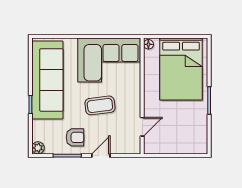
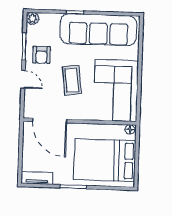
door: (142, 127) -> (50, 121), width x1.87
tv unit: (202, 138) -> (37, 178), added

